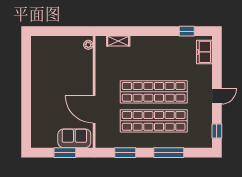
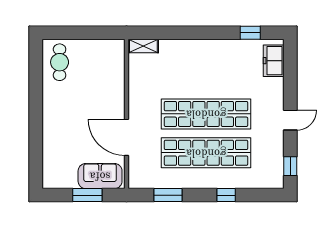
shelving: (118, 41) -> (143, 46), moved
plant: (88, 45) -> (119, 51), removed
cafe table: (44, 53) -> (60, 62), added
window: (169, 153) -> (226, 195), width x0.46

